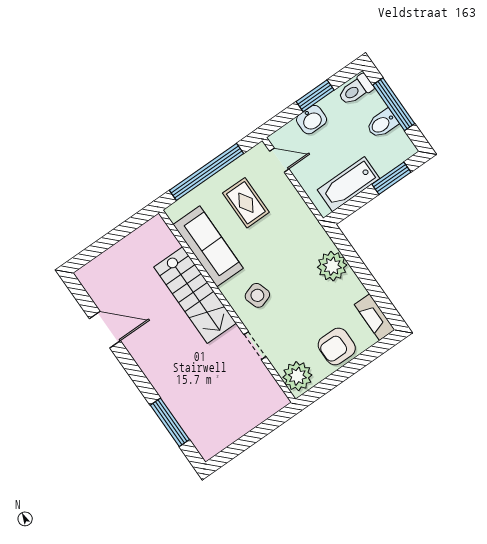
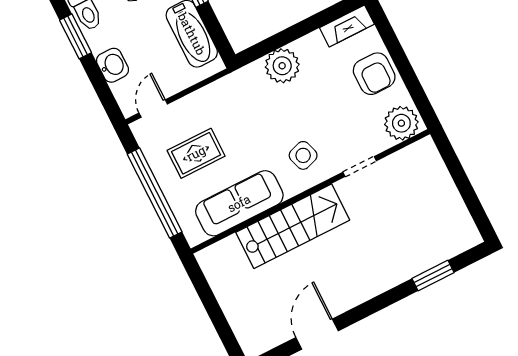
window: (315, 96) -> (75, 36), moved
window: (170, 422) -> (433, 276), width x0.69

